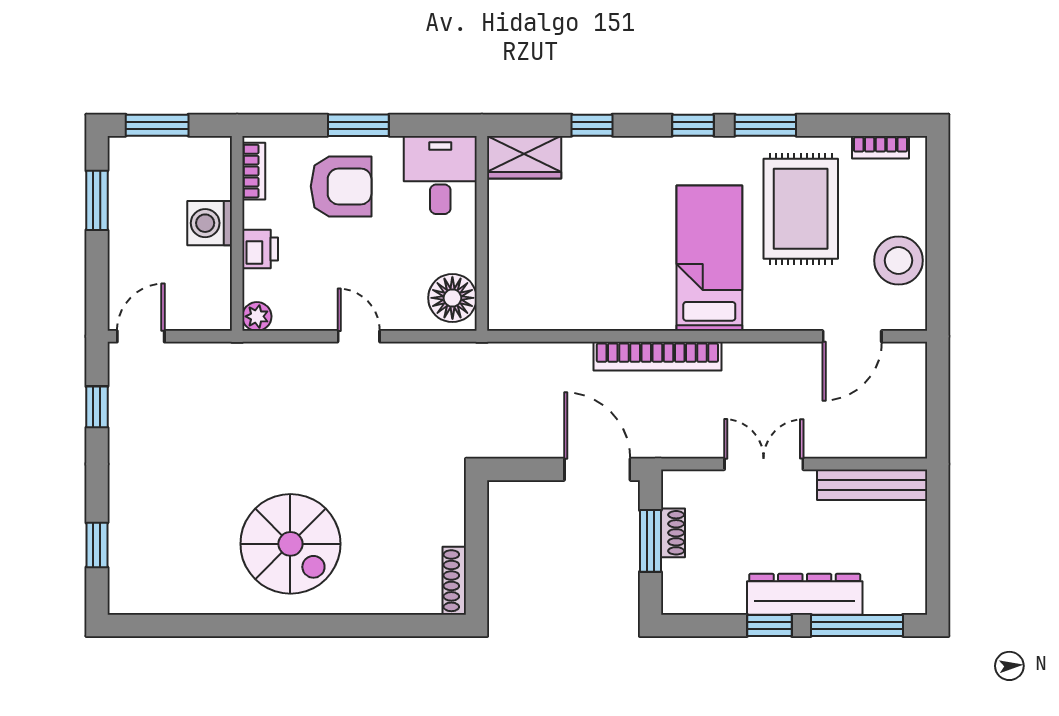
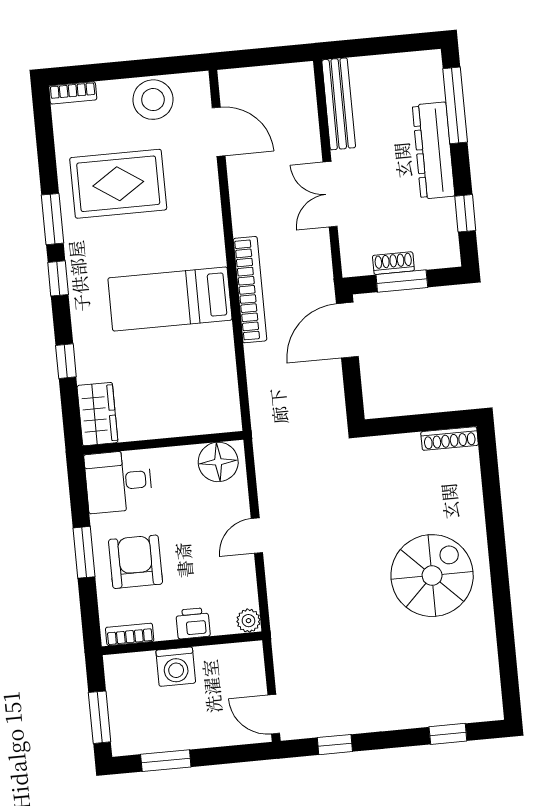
bookcase: (880, 147) -> (73, 93), moved, turned 90
bed: (709, 258) -> (170, 299), moved
window: (769, 625) -> (465, 213), moved

